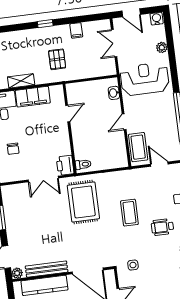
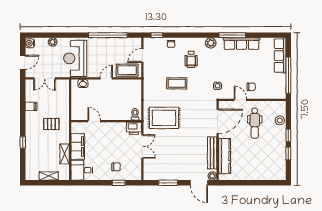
window: (45, 24) -> (23, 143), moved
door: (124, 122) -> (106, 78), swing flipped

